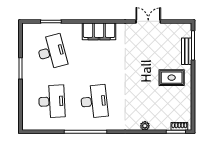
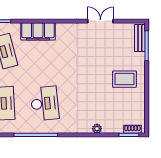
filing cabinet: (99, 31) -> (38, 31), moved
bench: (187, 51) -> (140, 38), moved

